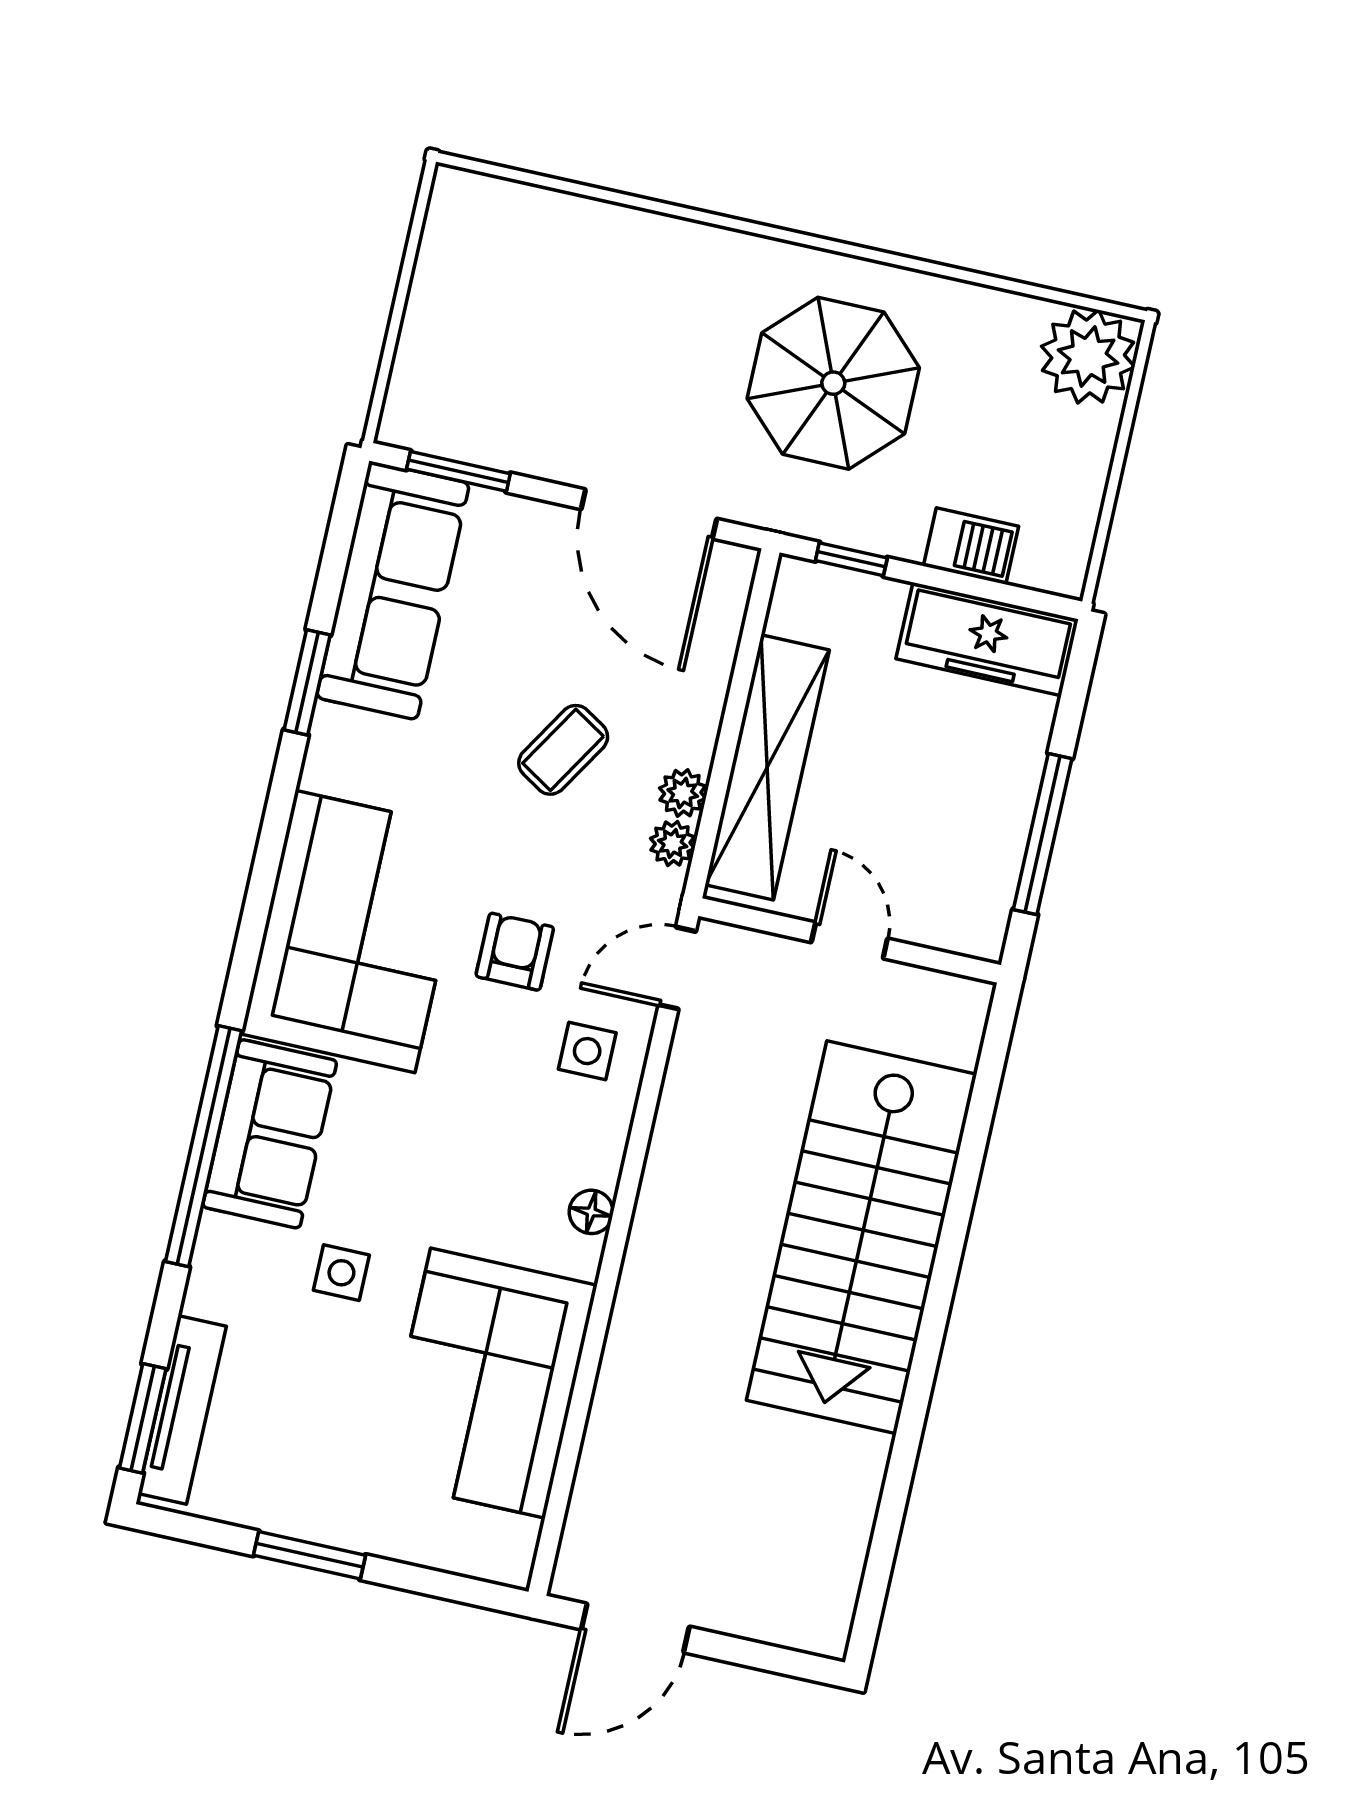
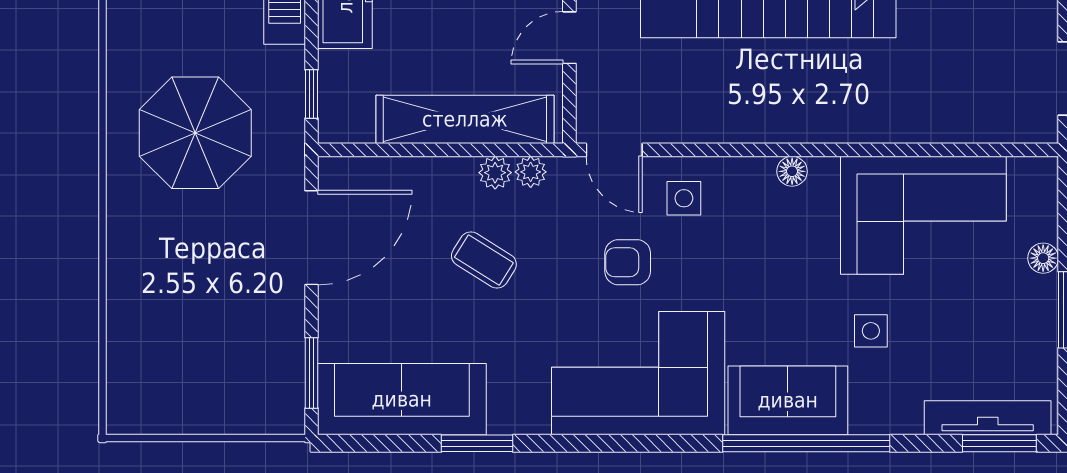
floor lamp: (390, 1538) -> (1043, 258), added

